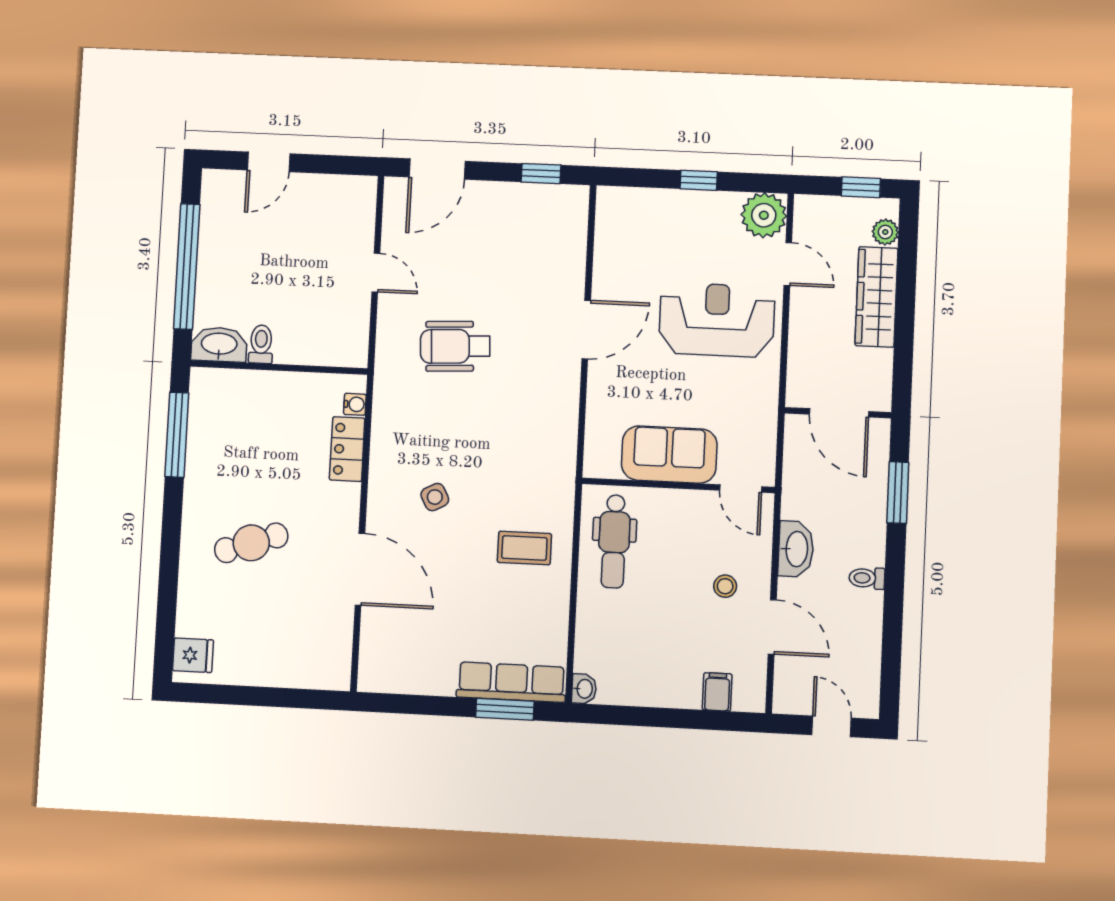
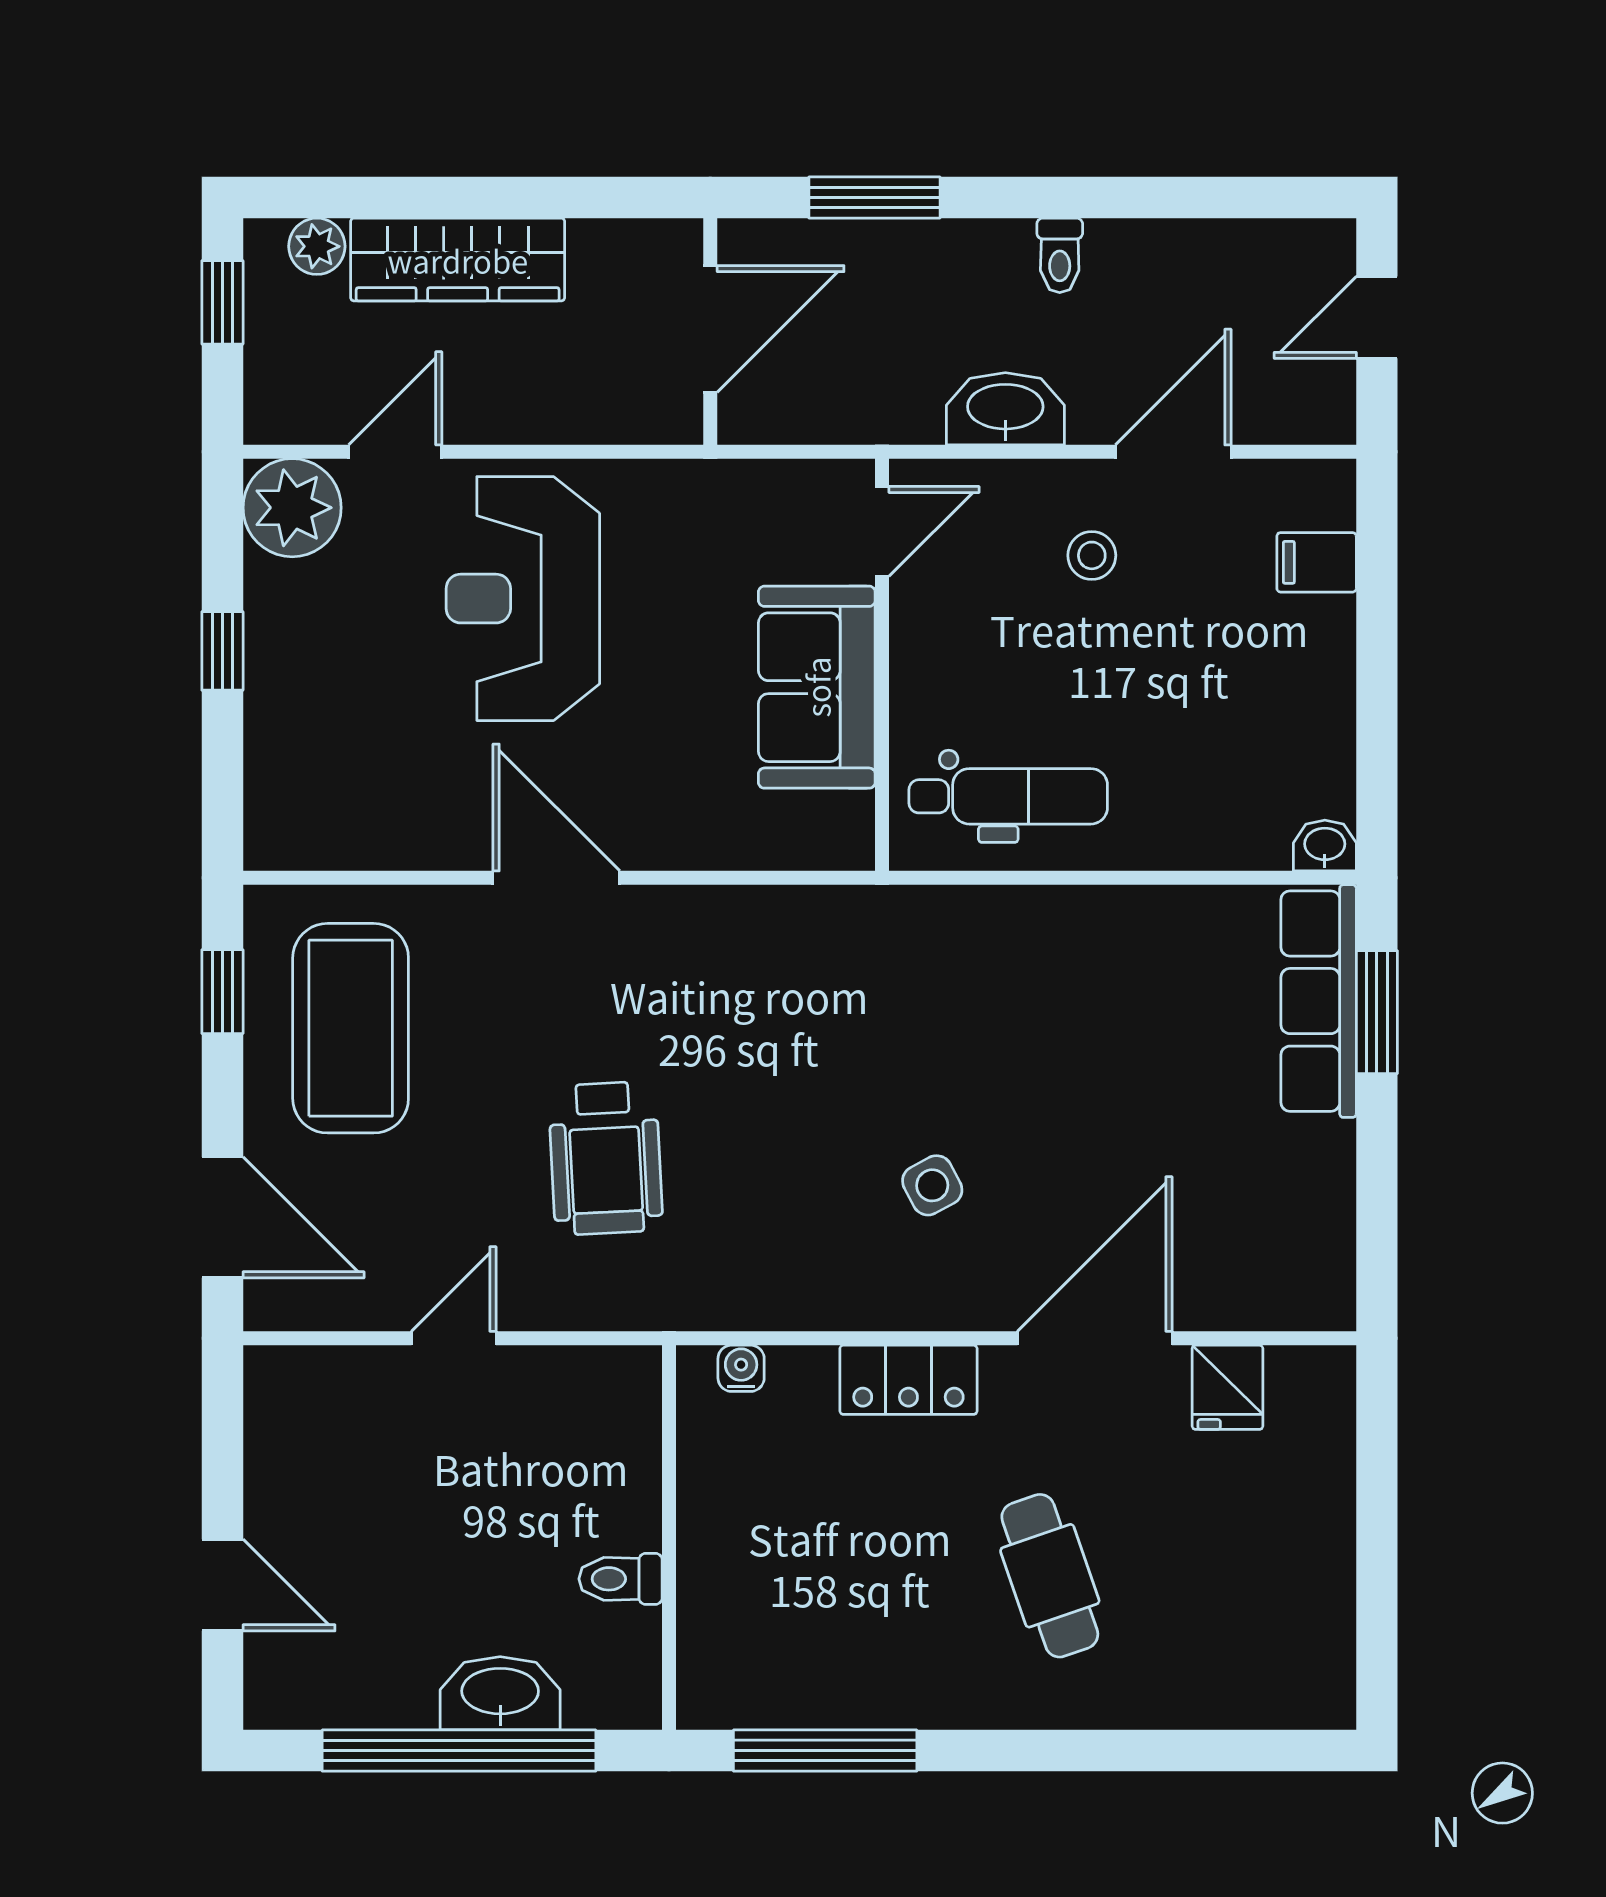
washbasin: (219, 345) -> (500, 1693), moved, turned 90
locker: (347, 449) -> (908, 1380), moved
coffee table: (524, 548) -> (351, 1028), moved, width x1.86, depth x1.72
fridge: (193, 655) -> (1228, 1387), moved, turned 180

